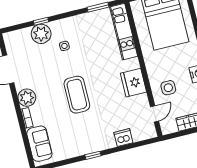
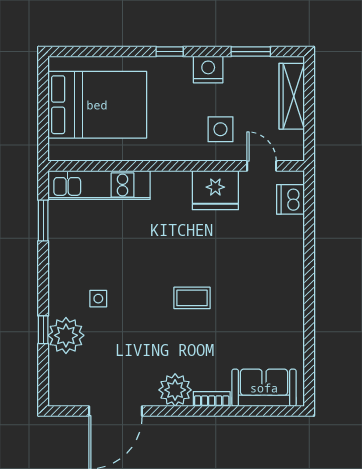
fridge: (133, 83) -> (215, 190), moved
coffee table: (77, 95) -> (192, 298), width x0.54, depth x0.58
dishwasher: (123, 138) -> (291, 199), moved
window: (93, 155) -> (309, 296), removed

